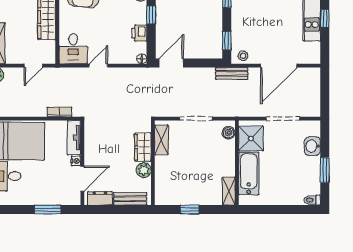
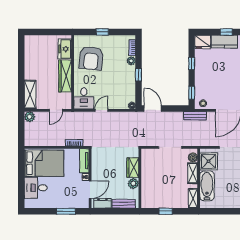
printer: (139, 33) -> (130, 87), removed
door: (171, 63) -> (153, 108), hinge flipped
shelving: (161, 140) -> (193, 173), moved

